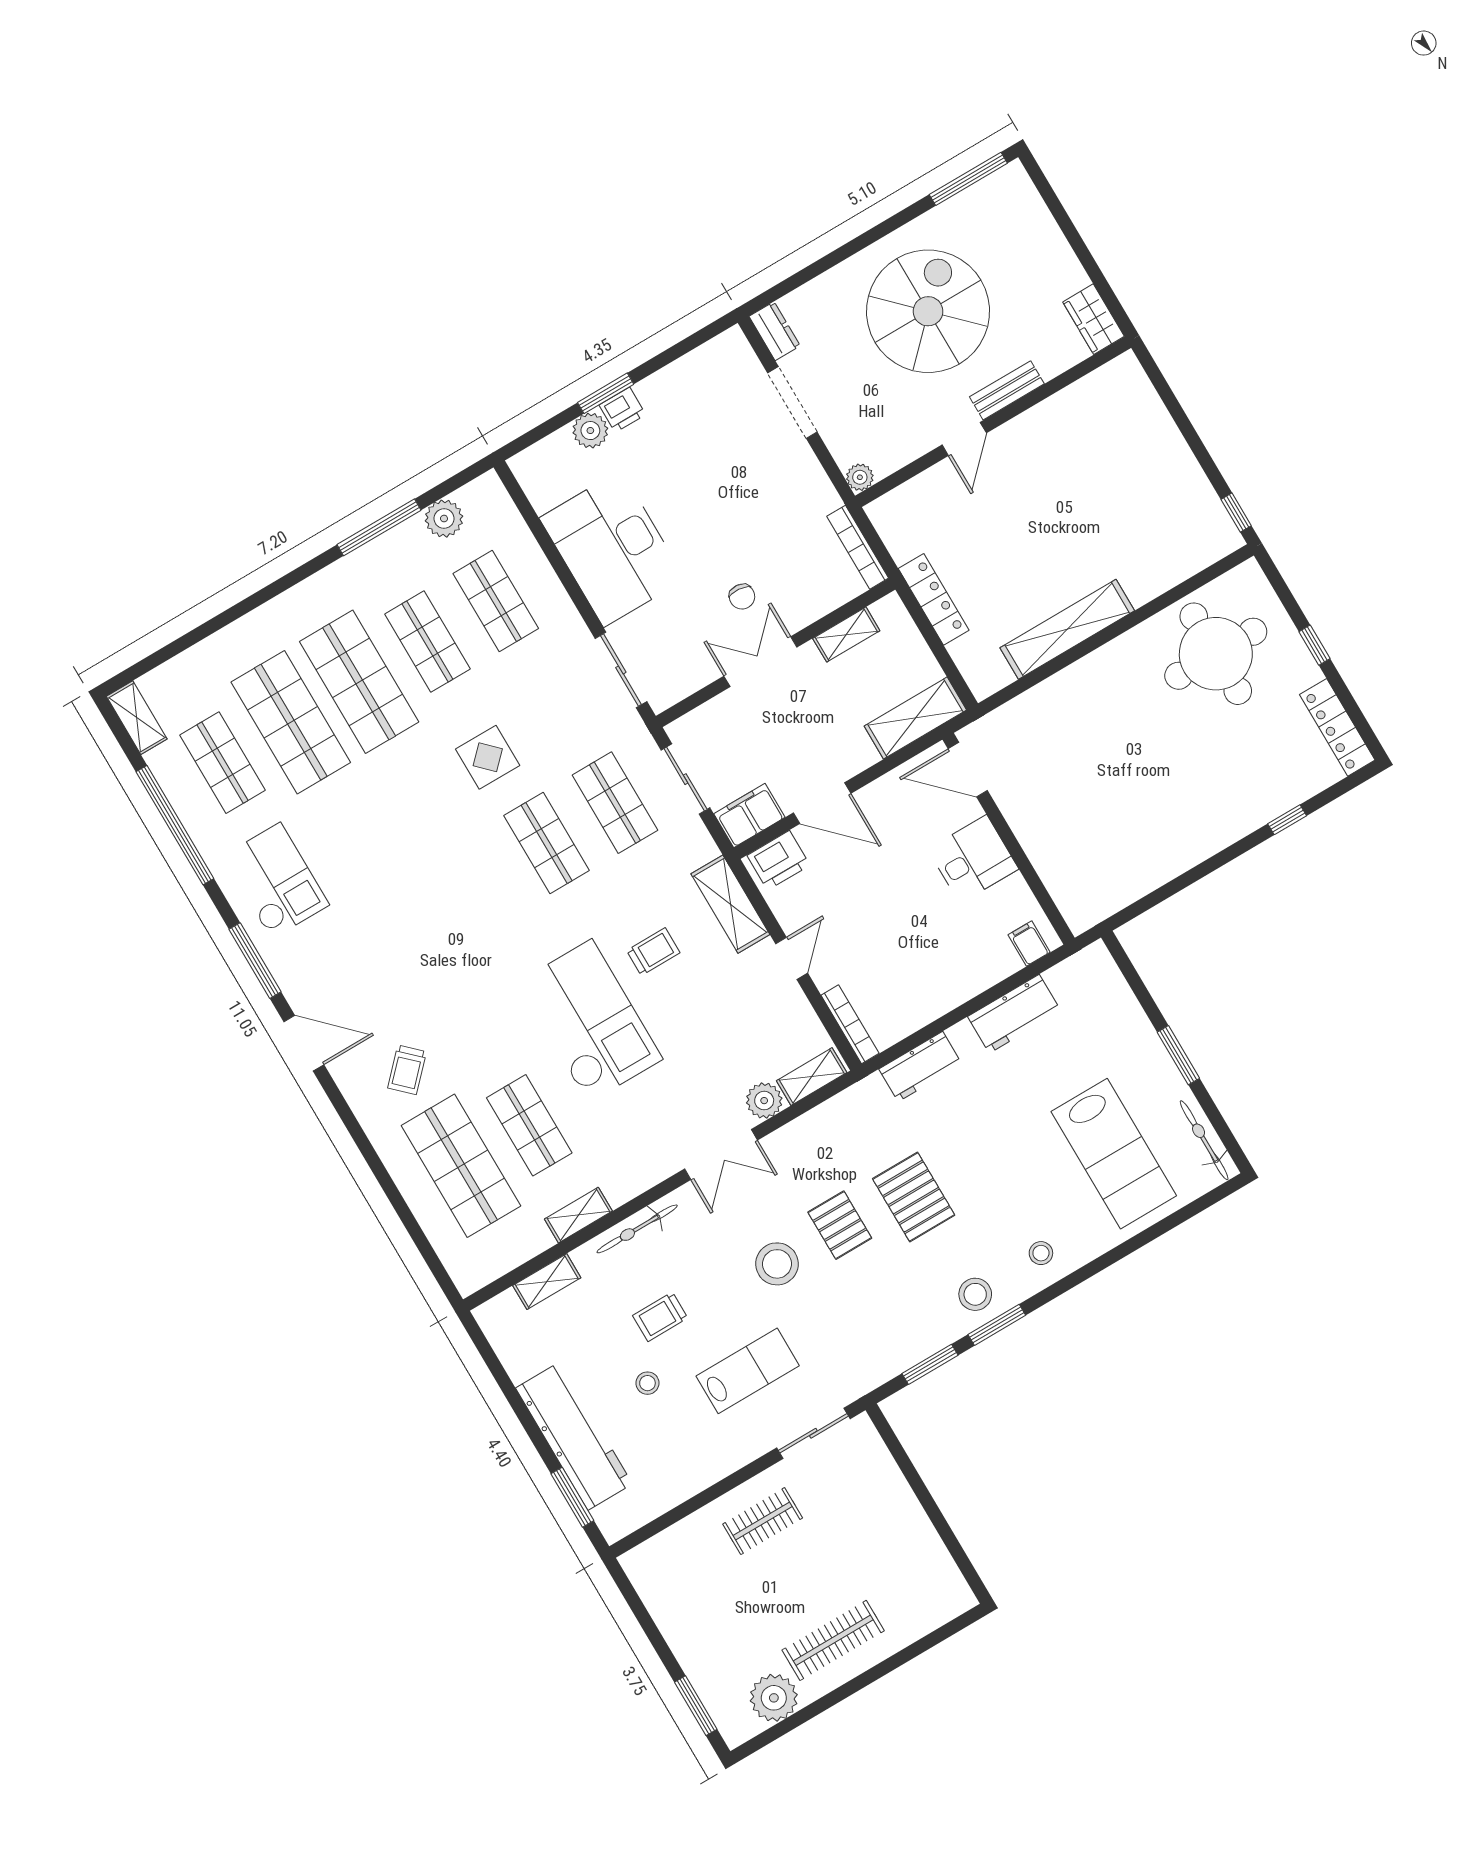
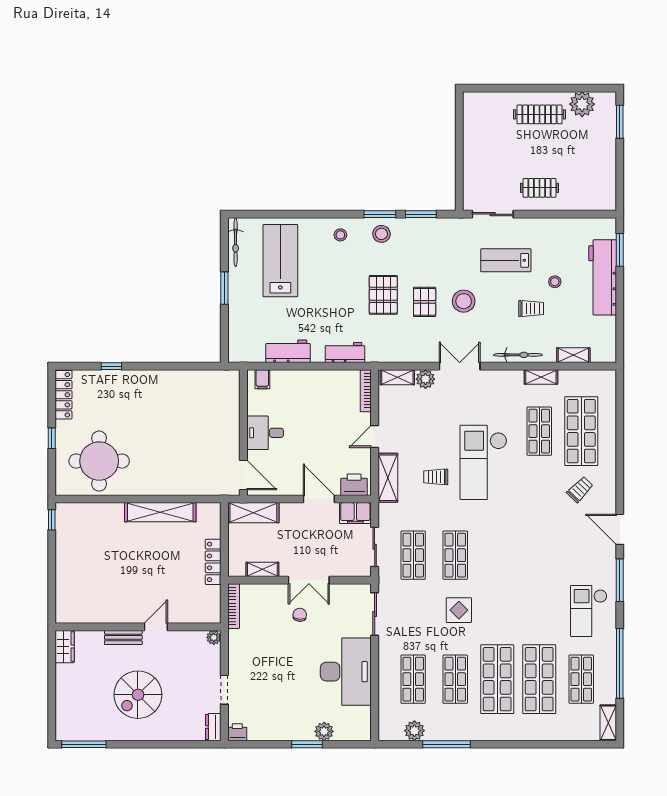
spiral stairs: (928, 311) -> (138, 695), width x0.73, depth x0.73
doorway: (792, 402) -> (224, 690), width x0.73
printer: (622, 410) -> (237, 732), moved

